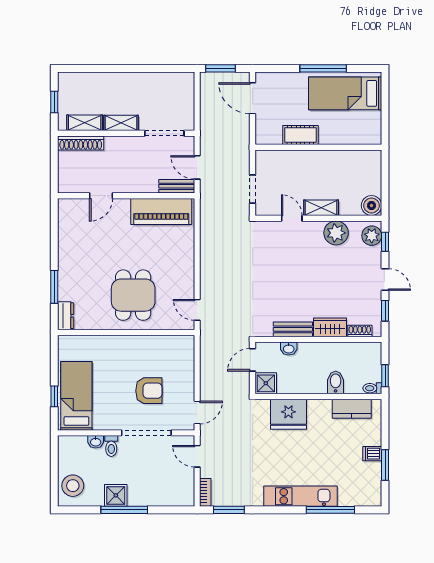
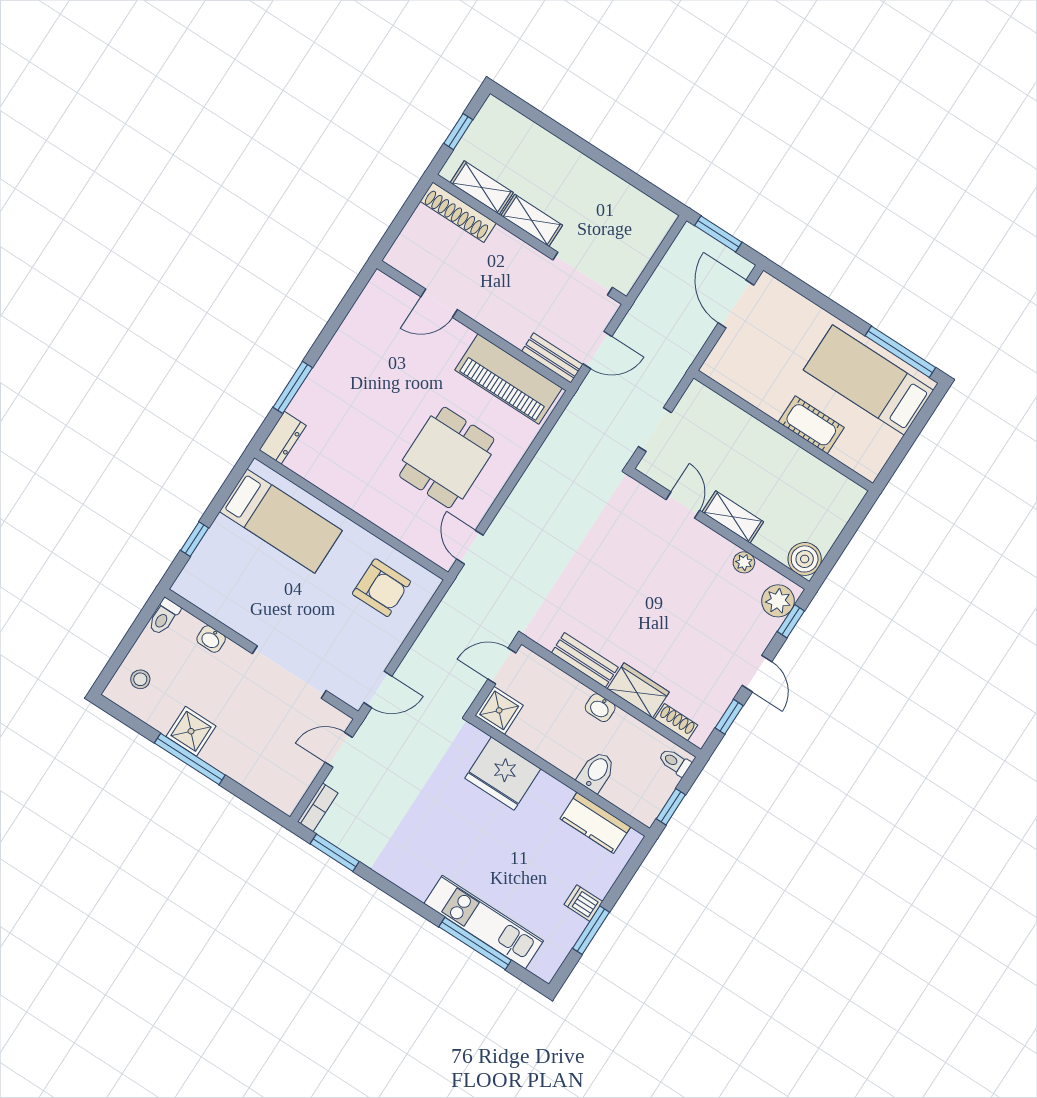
window: (323, 68) -> (900, 352), moved
cot: (300, 135) -> (811, 425), moved
door: (197, 167) -> (597, 350), swing flipped
plant: (336, 233) -> (744, 562), width x0.53, depth x0.53
dining table: (133, 295) -> (447, 457), moved
washbasin: (289, 349) -> (600, 708), moved
toilet: (372, 388) -> (675, 762), moved
armchair: (149, 391) -> (381, 588), moved
bed: (76, 396) -> (281, 521), moved, turned 90
toilet: (111, 446) -> (164, 617), moved
door: (197, 456) -> (339, 750), hinge flipped
stool: (73, 486) -> (140, 679), width x0.53, depth x0.53
kitchen unit: (301, 496) -> (484, 922), moved

